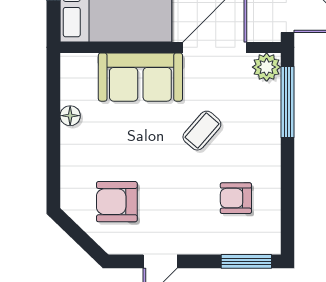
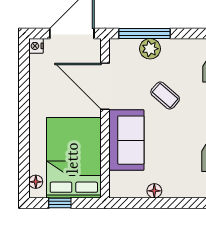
plant: (267, 67) -> (150, 49), moved

